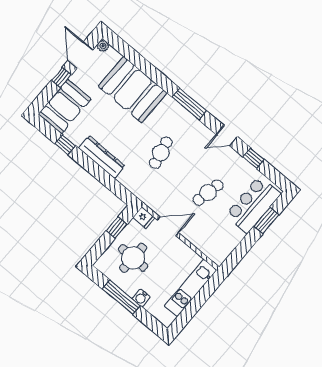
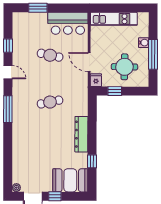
booth: (133, 90) -> (27, 149), removed
bar counter: (253, 205) -> (68, 23), moved

